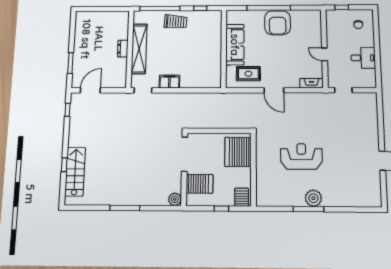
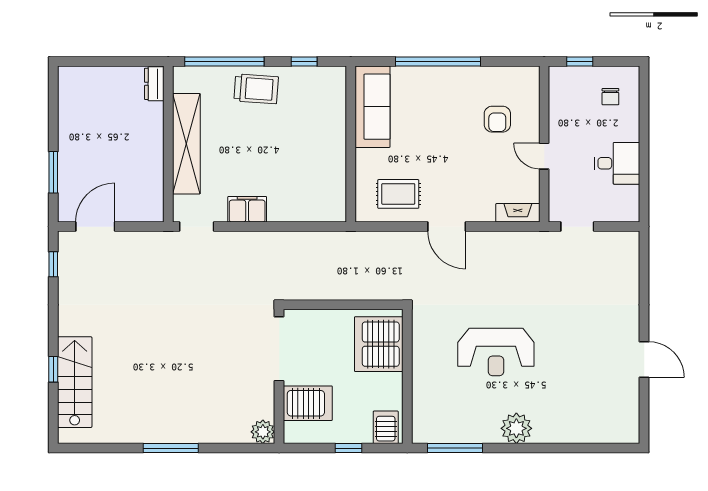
armchair: (278, 23) -> (497, 119), moved, width x0.53, depth x0.53
sofa: (235, 45) -> (372, 107), moved
dresser: (123, 49) -> (154, 84), moved
reception desk: (301, 156) -> (496, 352), turned 180
window: (308, 209) -> (455, 448), moved

